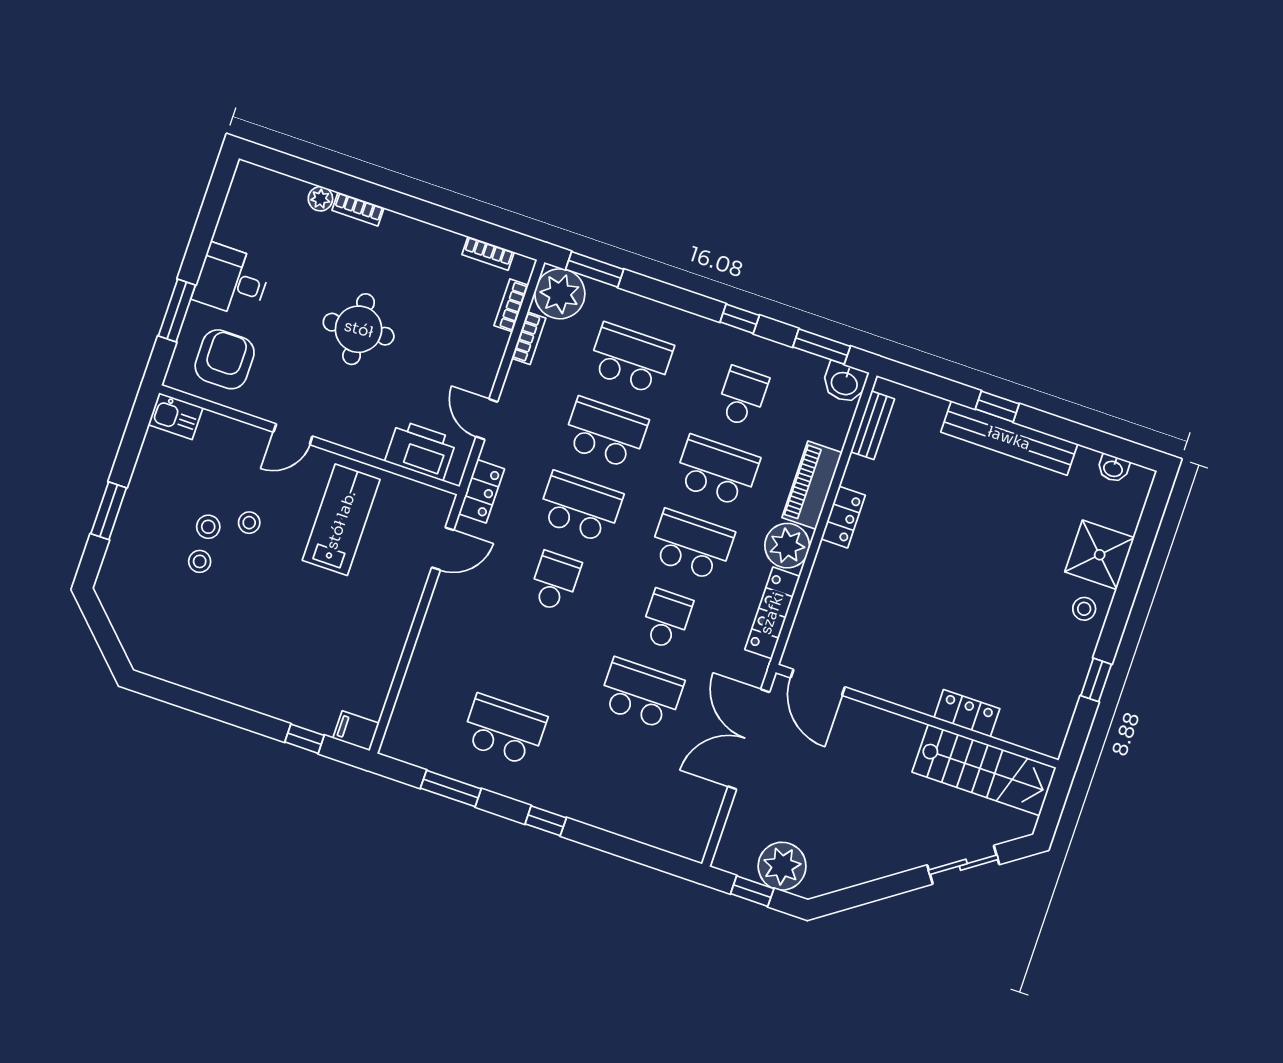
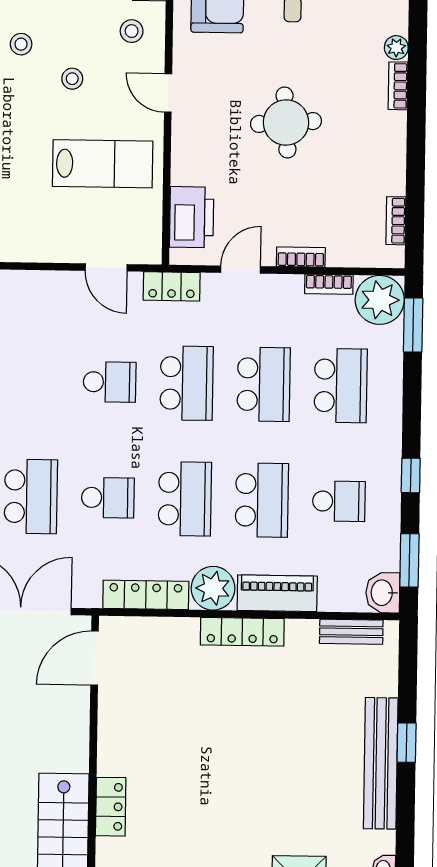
bookcase: (511, 305) -> (301, 257), moved
locker: (843, 517) -> (242, 632), width x1.53
stool: (208, 527) -> (132, 31), moved

